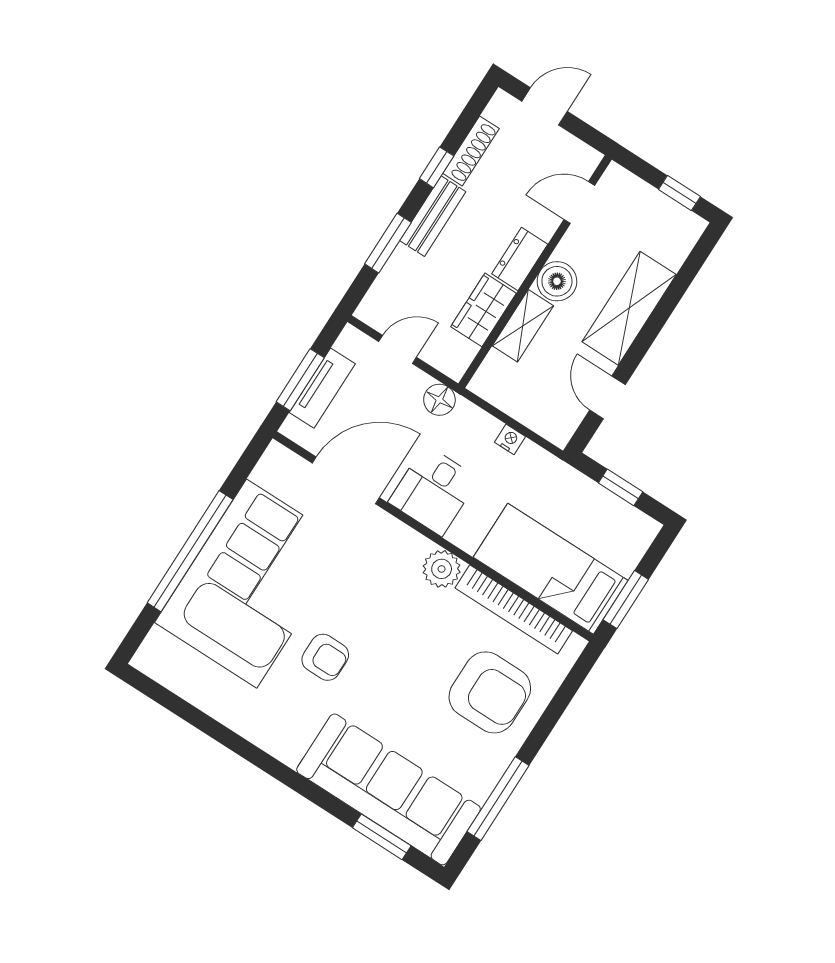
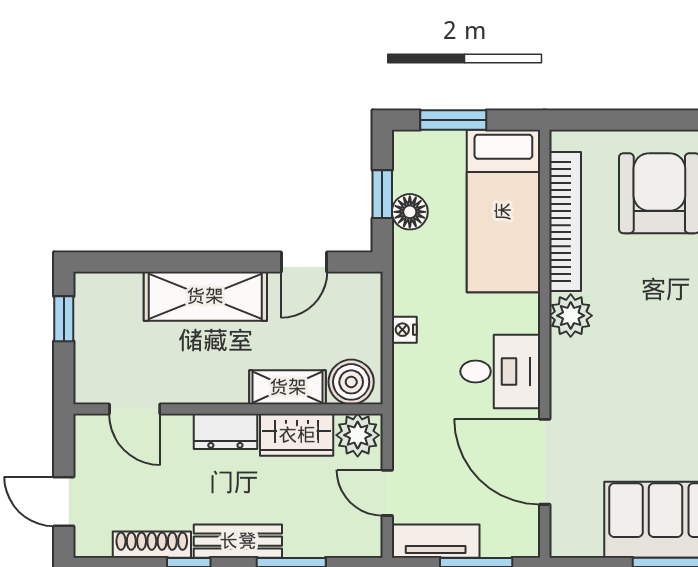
boiler: (557, 281) -> (351, 382), moved
plant: (454, 355) -> (358, 435), added
tv unit: (322, 388) -> (436, 541), moved
floor lamp: (439, 400) -> (410, 212), moved
window: (626, 600) -> (453, 120), moved

